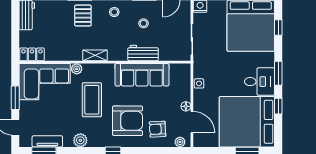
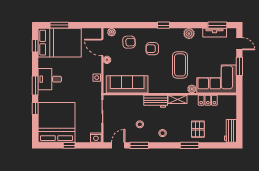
pallet: (83, 16) -> (198, 129), moved
window: (278, 27) -> (35, 108), moved
workbench: (143, 53) -> (156, 101), moved
locker: (32, 54) -> (208, 100), moved
sofa: (142, 75) -> (127, 84), moved
window: (278, 106) -> (35, 46), moved
armchair: (128, 121) -> (152, 49), width x0.53, depth x0.53
bed: (247, 122) -> (60, 43), width x0.73

